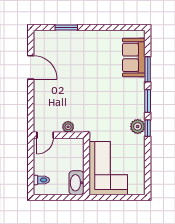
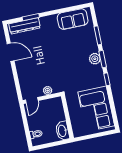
dresser: (56, 37) -> (25, 26), added
sofa: (134, 57) -> (73, 19), moved, turned -90
plant: (138, 126) -> (95, 59), moved
corner sofa: (108, 168) -> (96, 109), moved, turned 180

